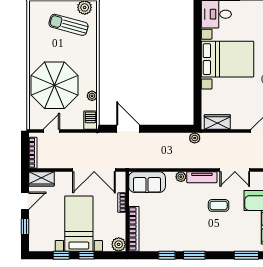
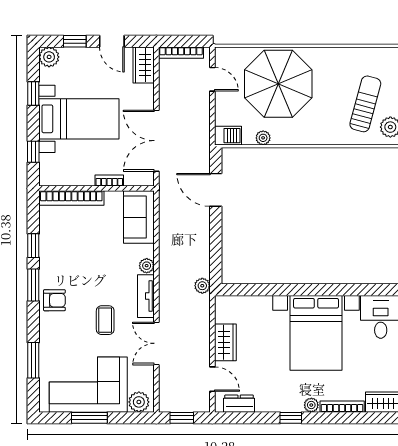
wardrobe: (217, 122) -> (225, 342), moved
door: (128, 129) -> (216, 190), swing flipped
armchair: (205, 241) -> (54, 300), added
plant: (119, 244) -> (49, 57), moved
window: (87, 255) -> (33, 152), moved

